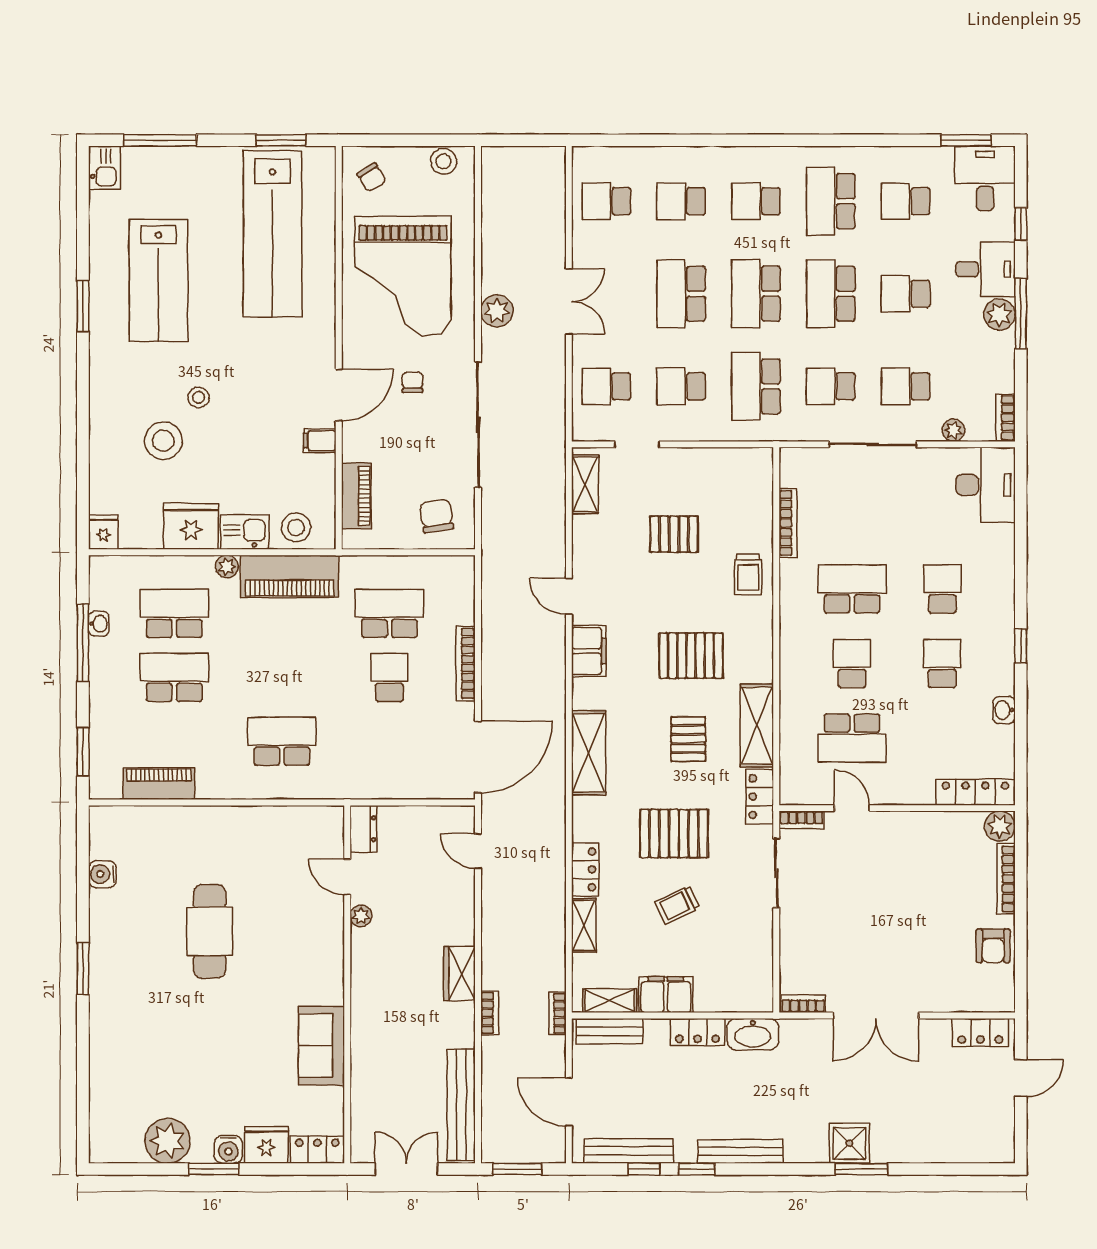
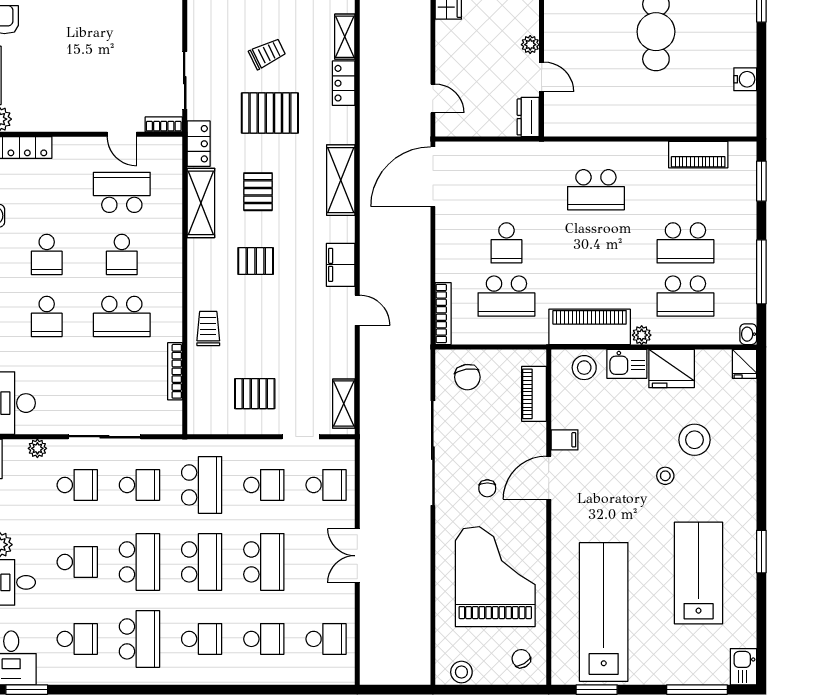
plant: (497, 311) -> (417, 548), removed
pallet: (674, 534) -> (255, 394), moved
washbasin: (99, 624) -> (748, 334), moved
pallet: (691, 656) -> (256, 261), width x0.67, depth x0.71
bookcase: (466, 663) -> (443, 314), moved

